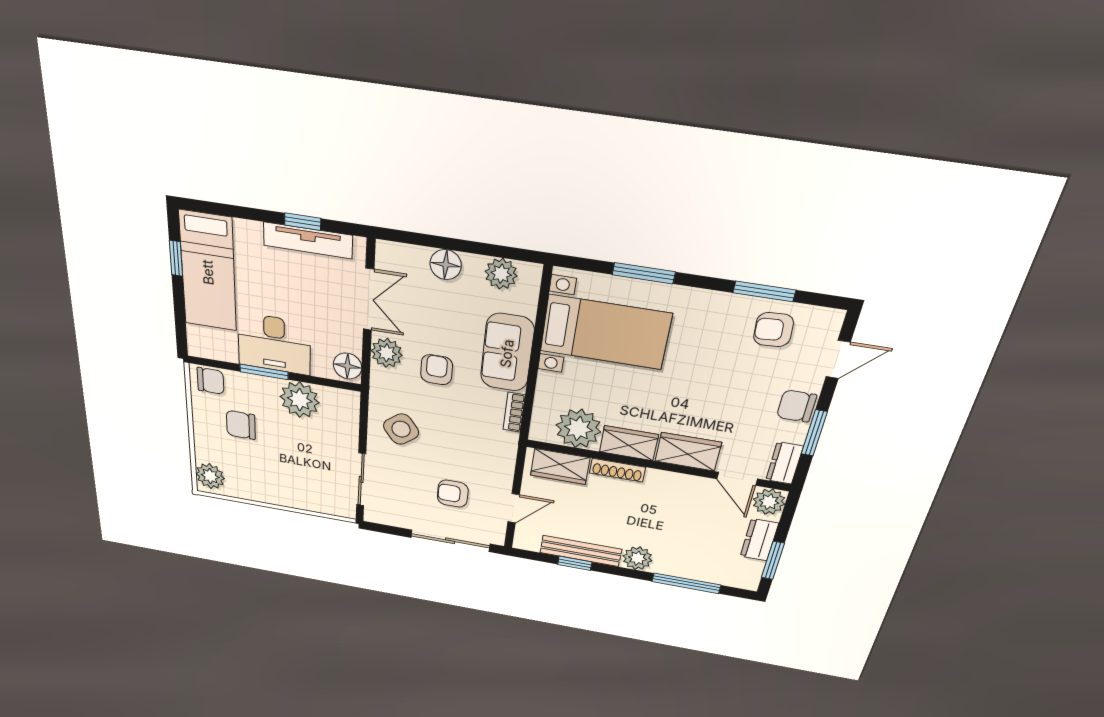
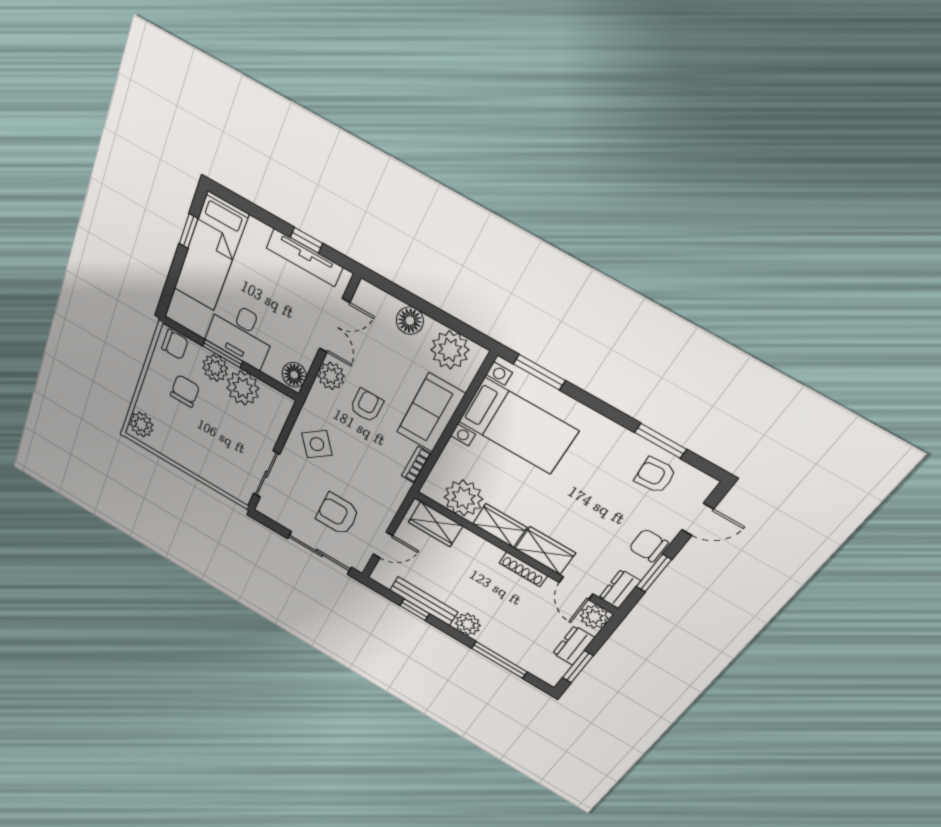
window: (644, 273) -> (539, 372), moved
plant: (501, 274) -> (450, 350), width x1.36, depth x1.36
plant: (262, 389) -> (215, 368), added
chair: (241, 425) -> (185, 391), turned 90
shoe rack: (617, 470) -> (523, 569), moved
armchair: (453, 494) -> (338, 514), width x1.38, depth x1.38

